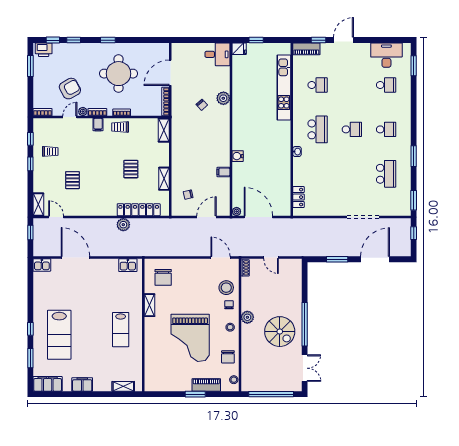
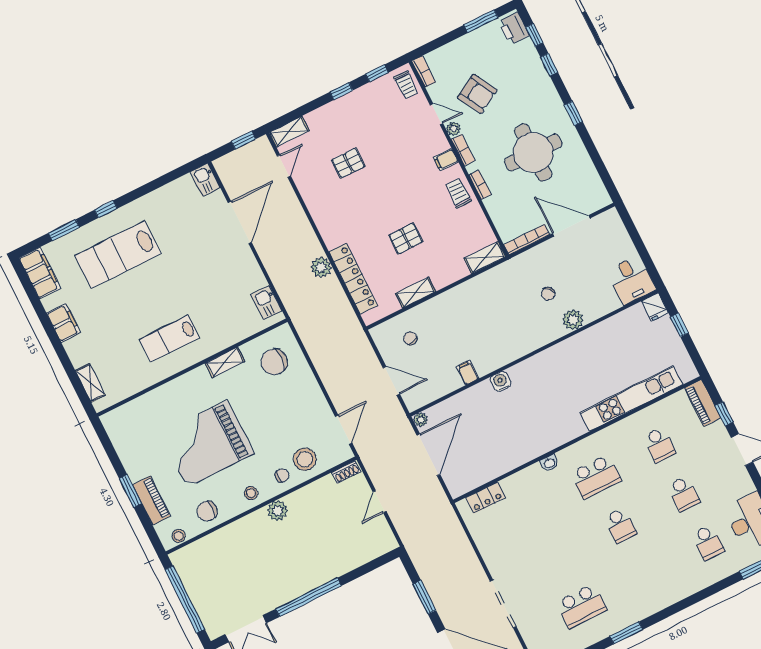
school desk: (386, 129) -> (684, 494), moved
trolley: (50, 151) -> (406, 85), moved
spiral stairs: (280, 332) -> (280, 567), removed

